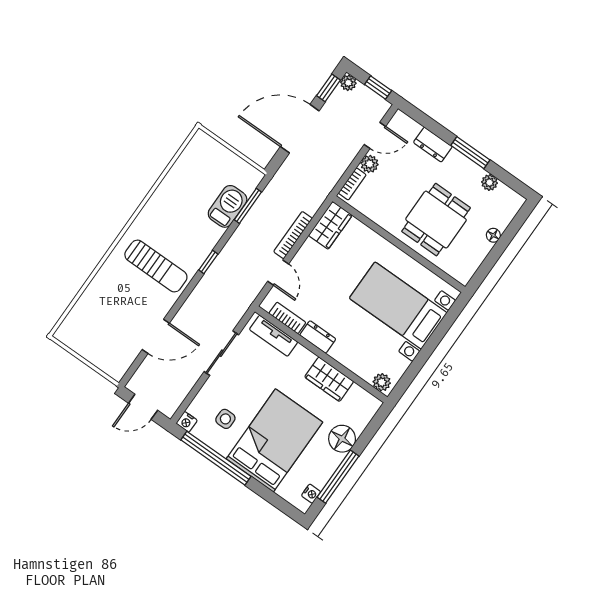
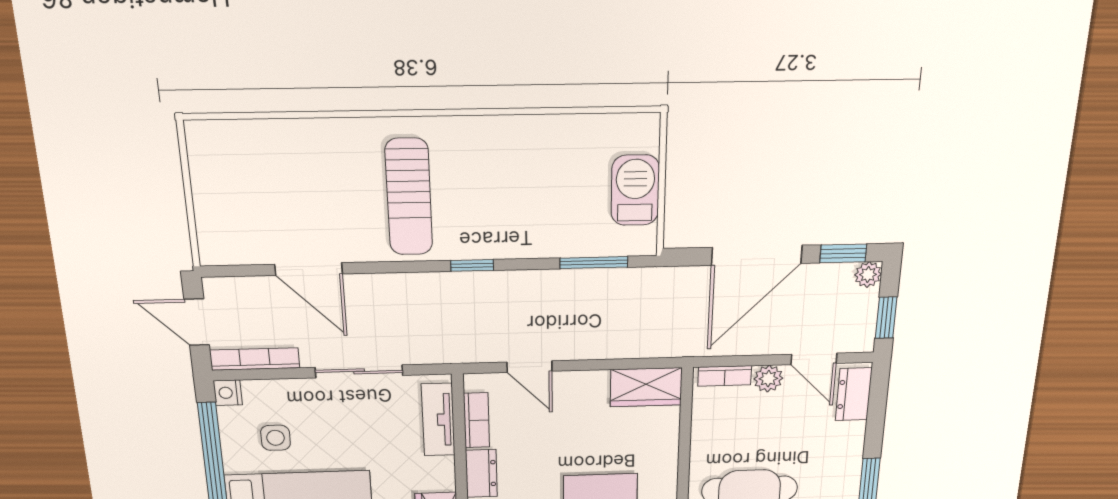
door: (300, 129) -> (757, 255), swing flipped
dresser: (433, 145) -> (854, 394), moved
barbecue: (228, 206) -> (635, 190), moved, turned -90
bookcase: (293, 235) -> (255, 359), moved
door: (278, 273) -> (530, 367), hinge flipped

